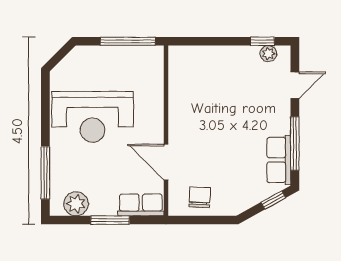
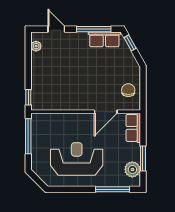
window: (263, 41) -> (28, 97), moved
reception desk: (93, 117) -> (77, 159), turned -90
chair: (200, 197) -> (128, 90), turned 87
window: (110, 220) -> (143, 159), moved

